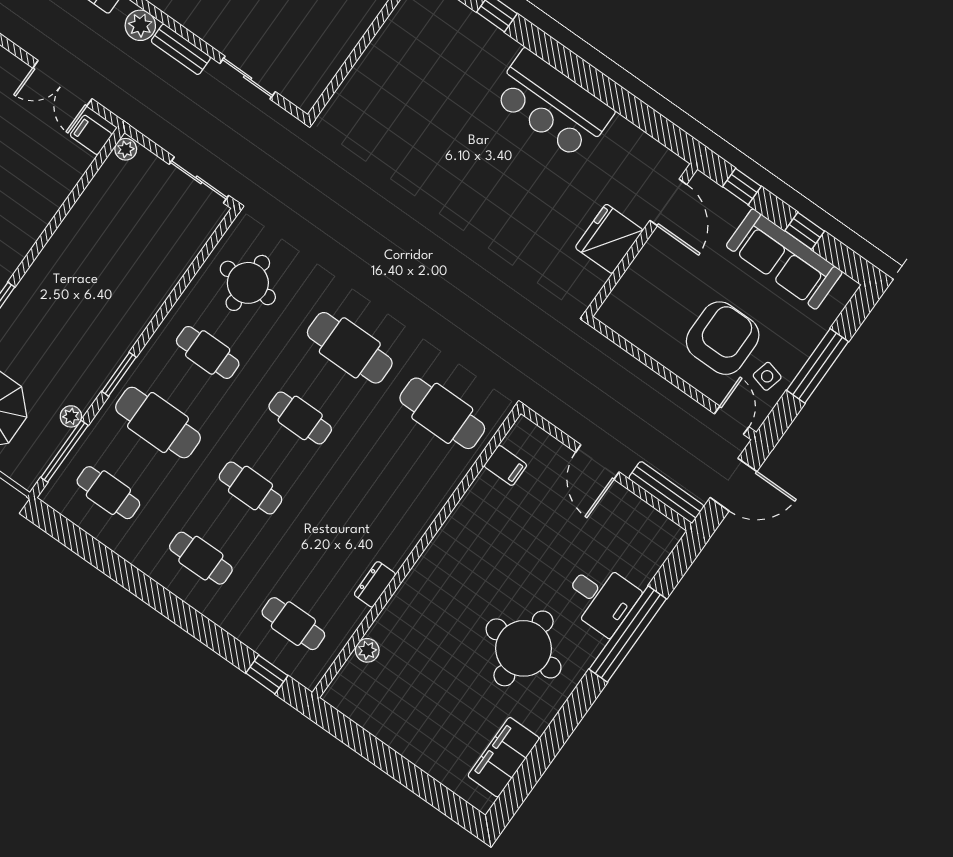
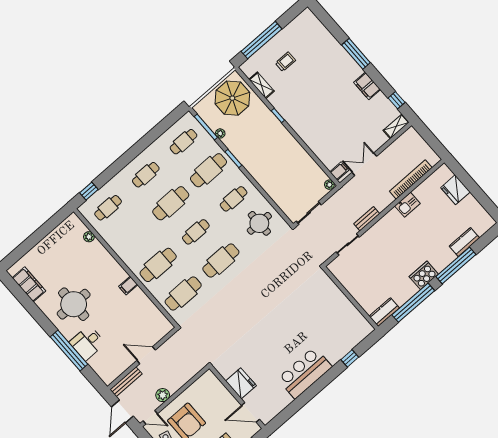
plant: (140, 25) -> (163, 395), moved
filing cabinet: (505, 465) -> (128, 286), moved
cafe table: (393, 483) -> (158, 265), added
cafe table: (251, 488) -> (171, 203), width x1.37, depth x1.35
dresser: (375, 584) -> (117, 247), removed

